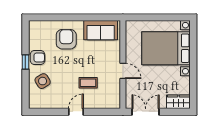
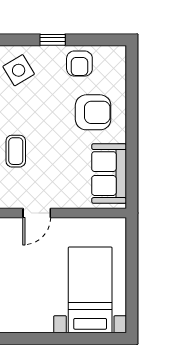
bed with nightstands: (166, 48) -> (90, 290), width x0.73
armchair: (38, 57) -> (79, 64), moved

